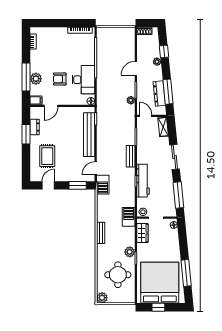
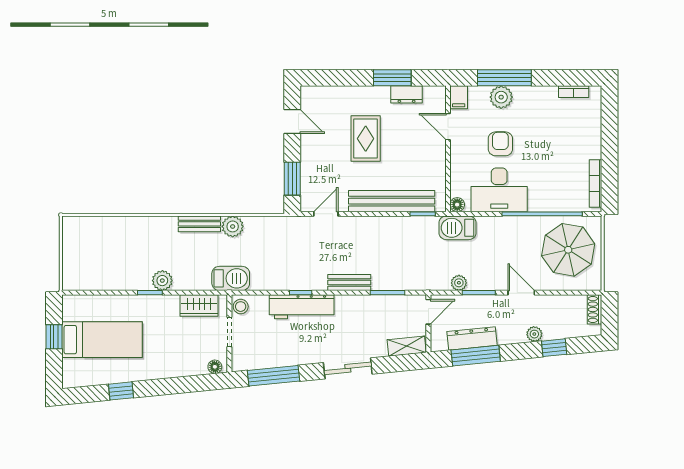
parasol: (114, 44) -> (568, 250), added
rug: (47, 156) -> (366, 139), moved, turned 90
door: (96, 168) -> (326, 214), hinge flipped
barbecue: (103, 185) -> (458, 228), moved
window: (186, 273) -> (121, 391), width x0.46
round table: (118, 275) -> (118, 258), removed
bed: (160, 283) -> (102, 340), width x0.49
plant: (102, 298) -> (233, 226), moved

